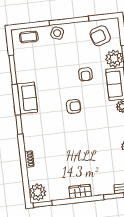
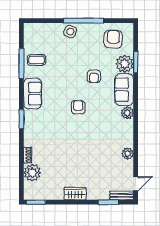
armchair: (100, 36) -> (113, 39), turned 110
coffee table: (29, 37) -> (36, 60), moved
armchair: (74, 106) -> (78, 107), turned -90
plant: (38, 192) -> (32, 173), moved

